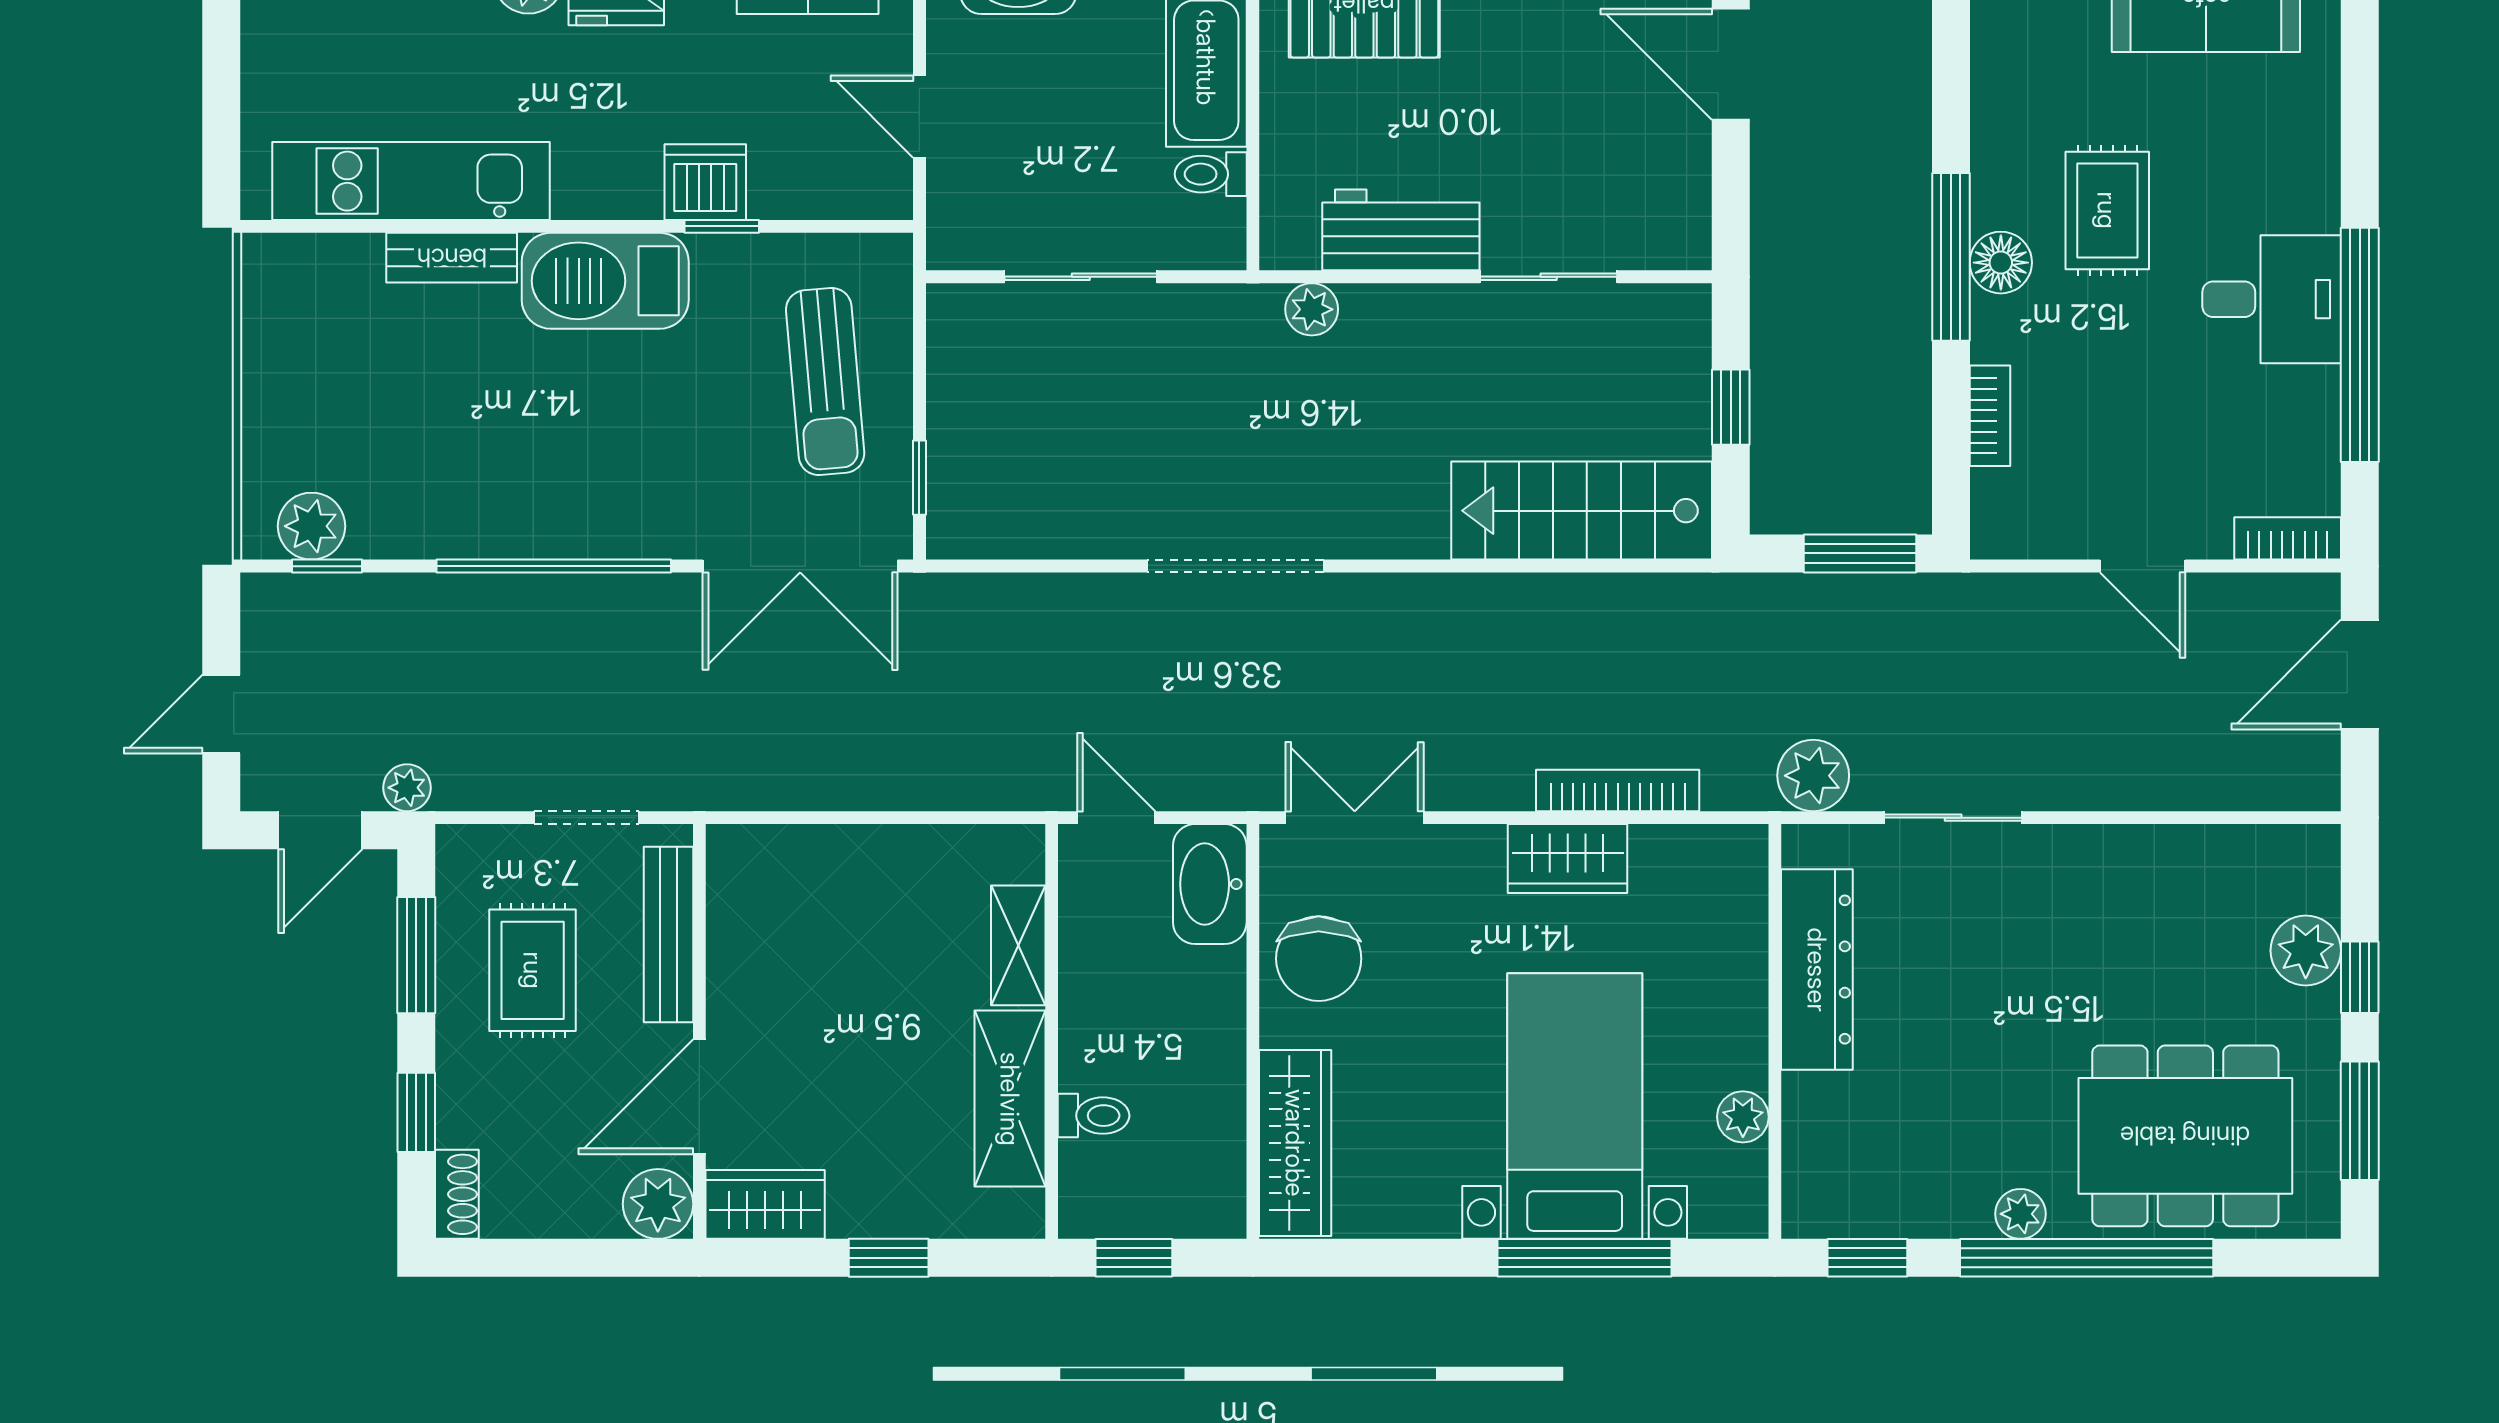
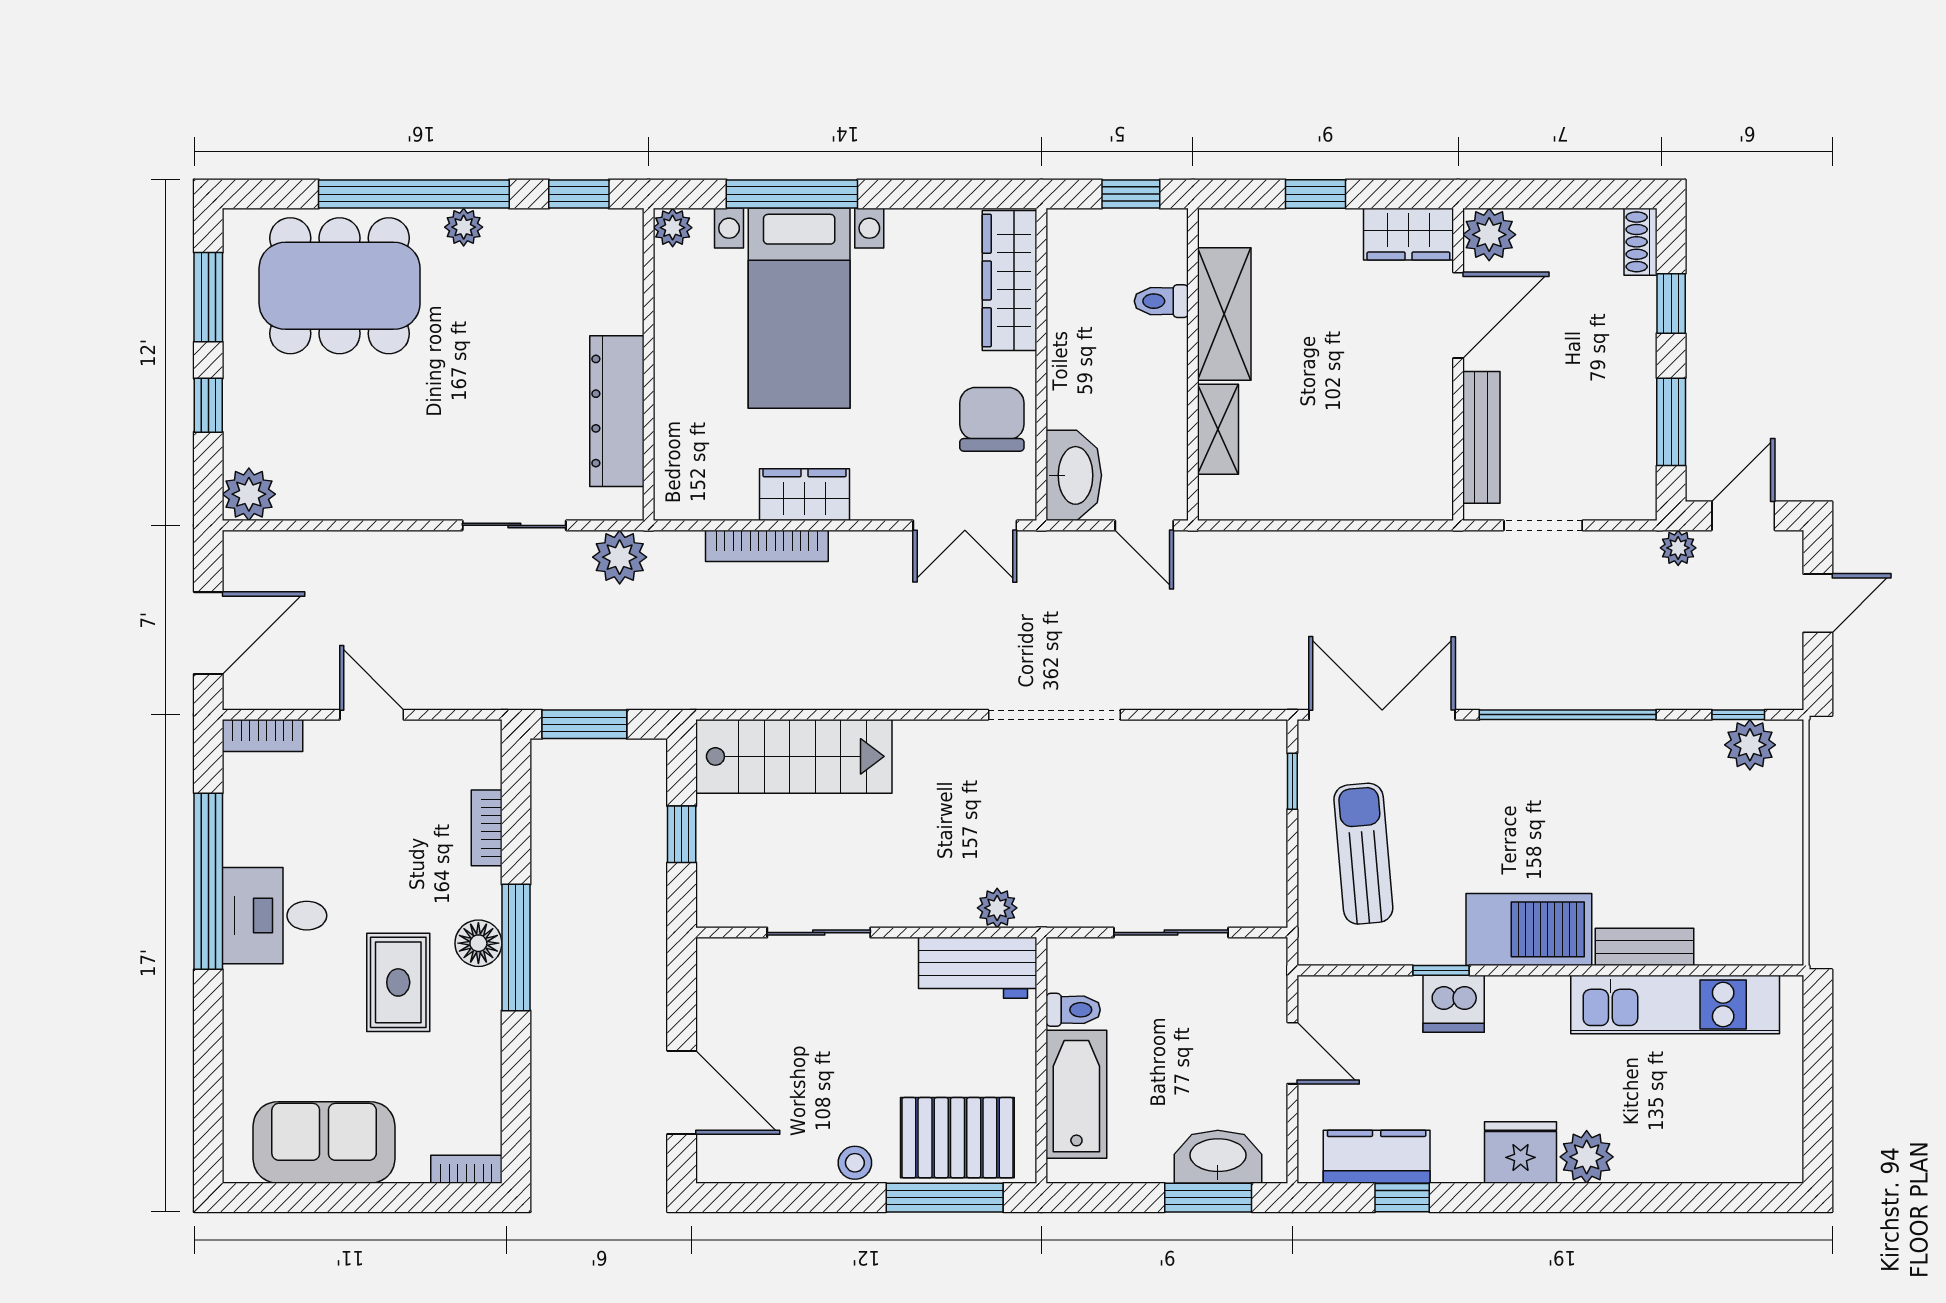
workbench: (1401, 230) -> (978, 968), moved
plant: (2306, 951) -> (249, 494), moved
rug: (533, 970) -> (1584, 410), removed
plant: (1743, 1117) -> (673, 228), moved

